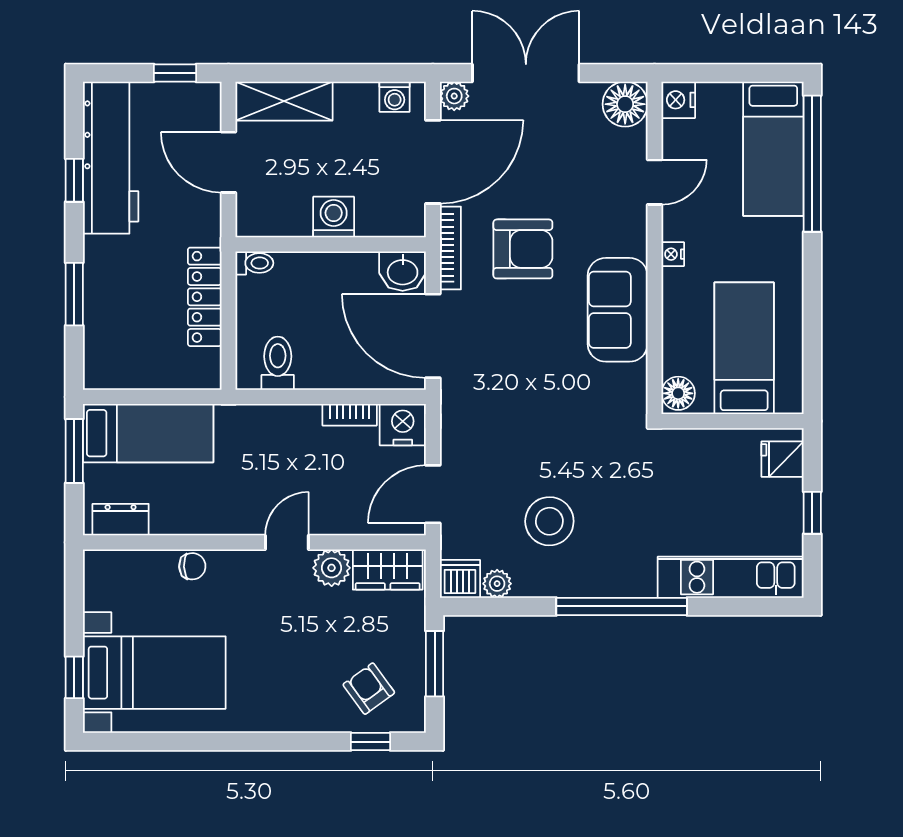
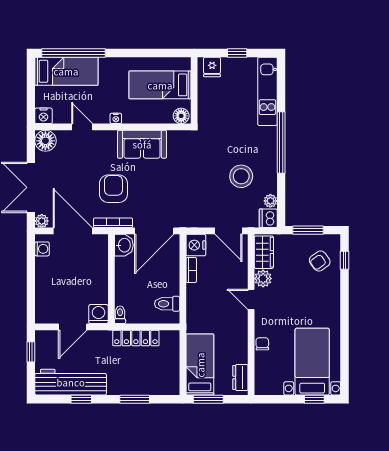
shelving: (284, 101) -> (44, 301), removed
washing machine: (334, 217) -> (98, 314), moved, turned 90

